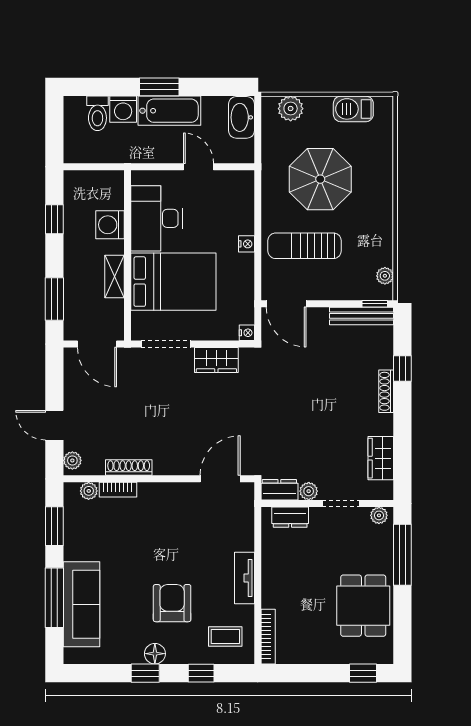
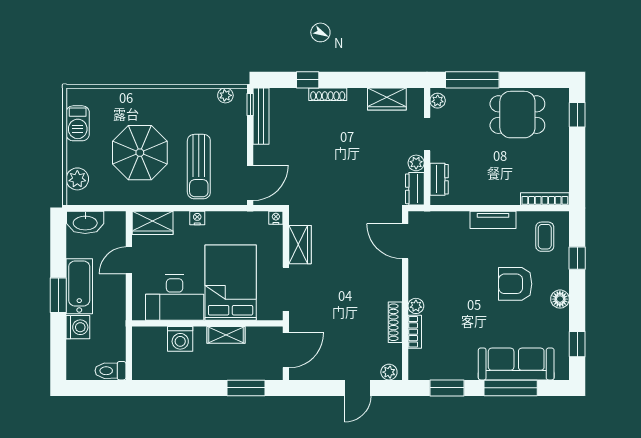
toilet: (97, 113) -> (110, 371), moved, turned 180
wardrobe: (241, 194) -> (153, 223), added
window: (54, 219) -> (175, 388), removed
plant: (89, 491) -> (416, 306), moved
window: (145, 673) -> (577, 344), moved

